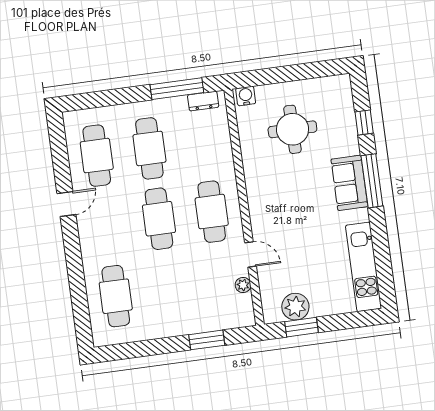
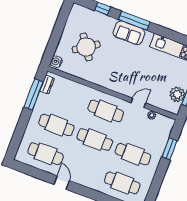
round table: (292, 129) -> (86, 47), turned -34
cafe table: (168, 289) -> (133, 154), added

